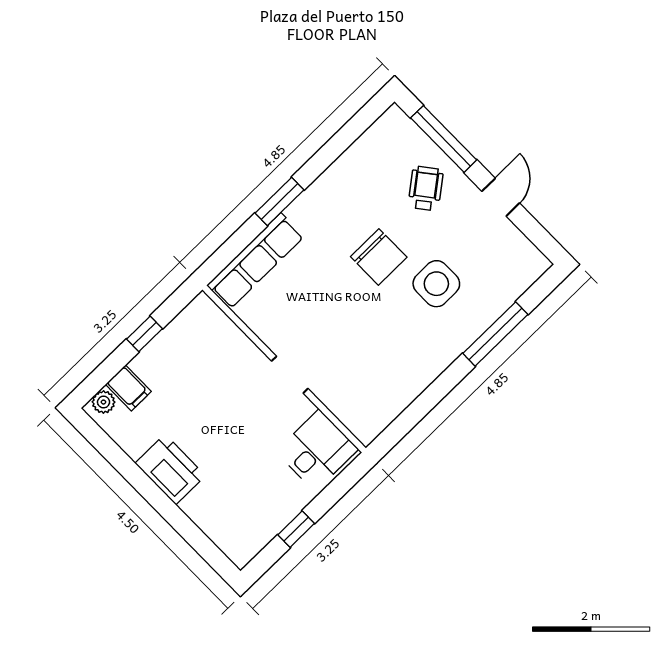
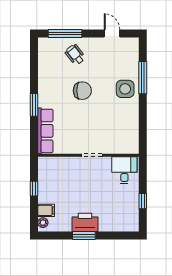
door: (501, 197) -> (112, 34), moved
side table: (436, 284) -> (125, 89), moved
window: (147, 488) -> (84, 236), added

